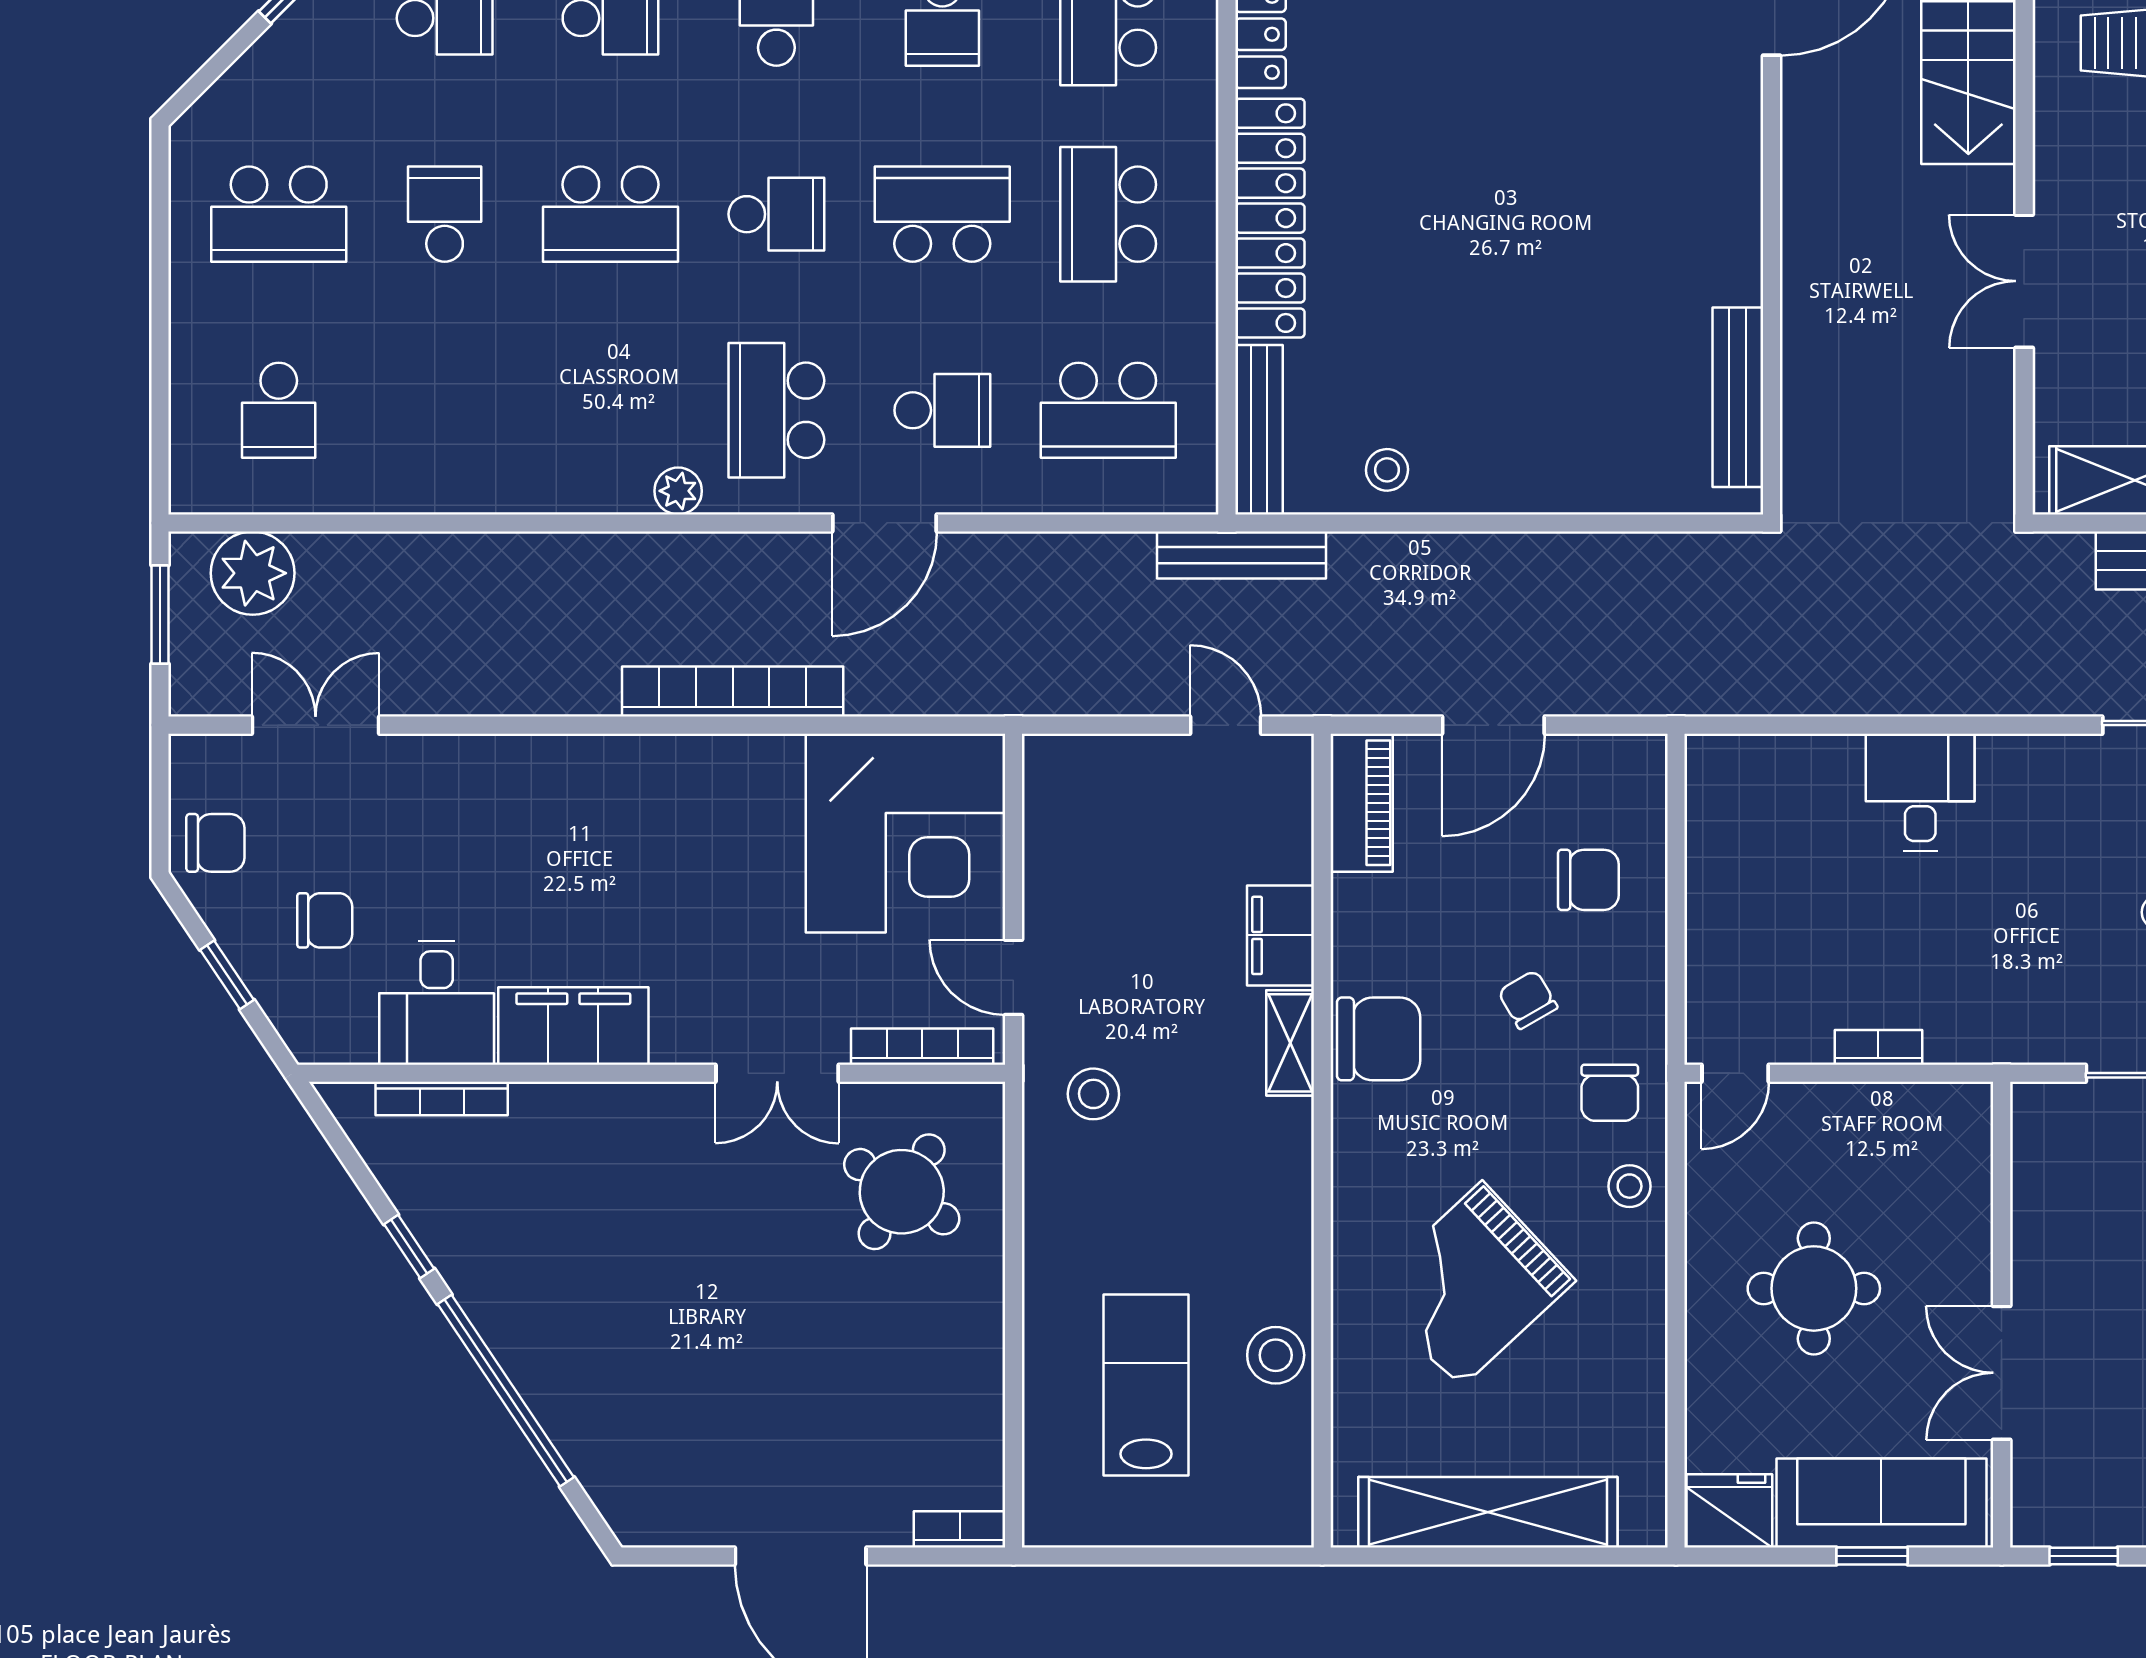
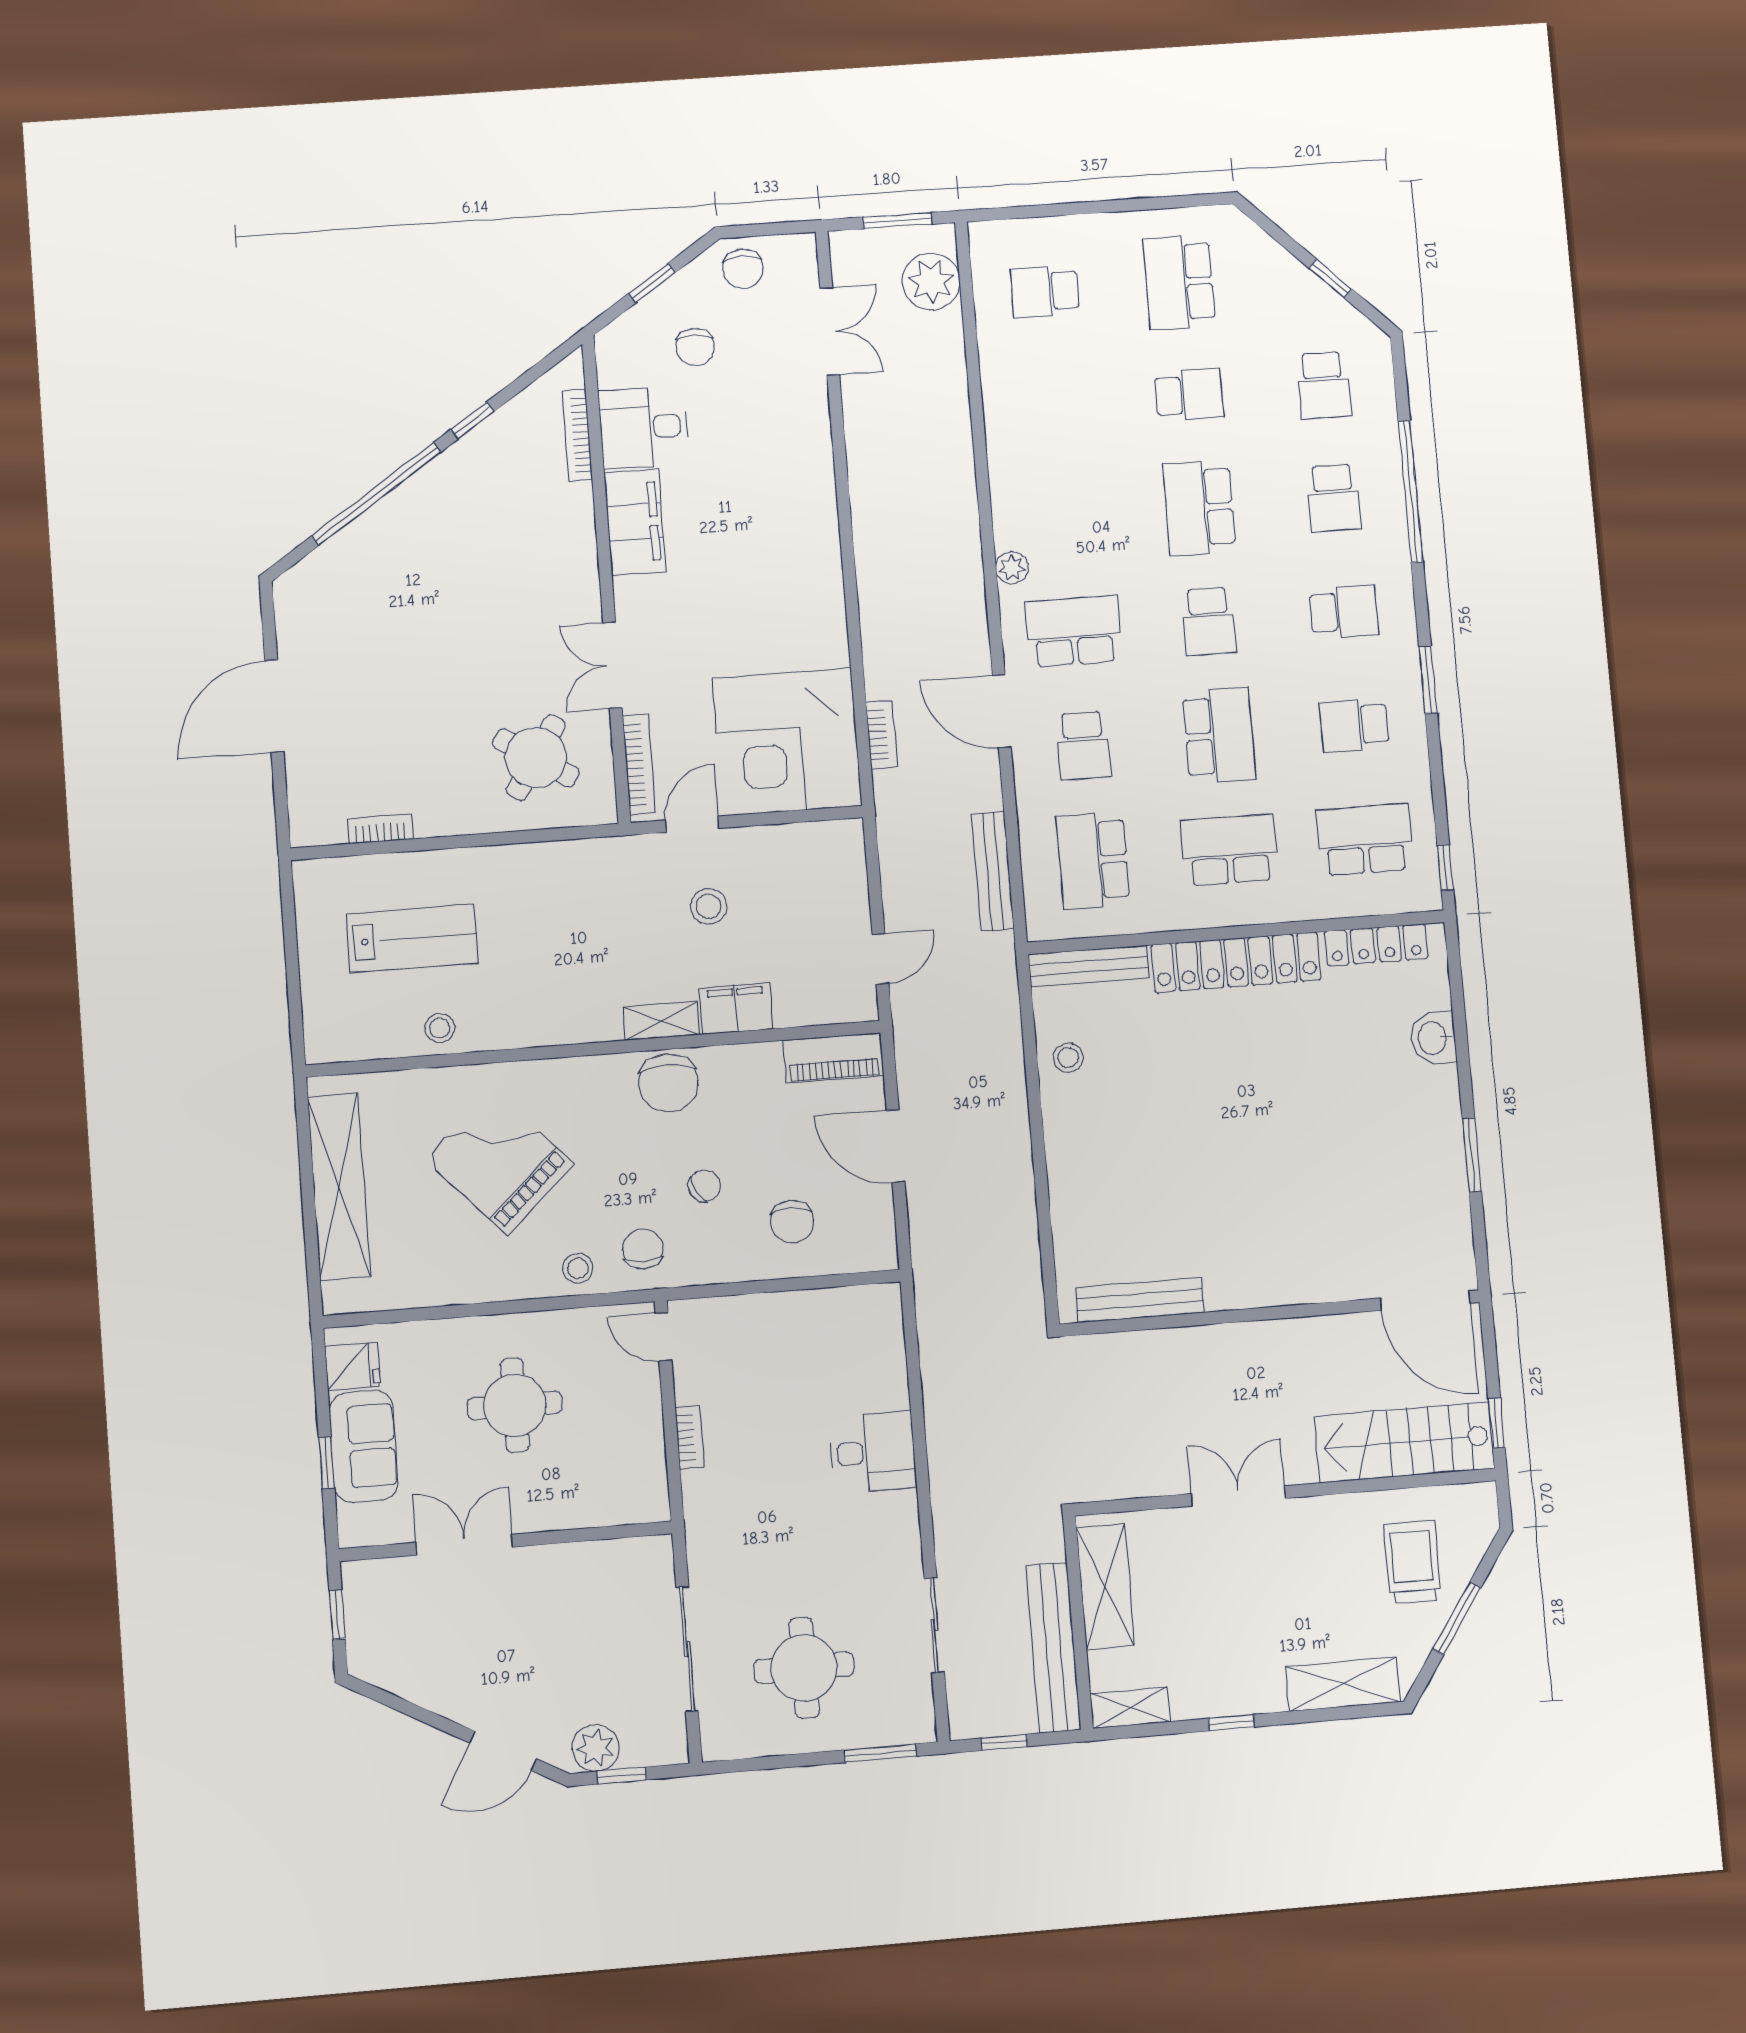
bench: (1241, 555) -> (993, 872), moved
bookcase: (733, 692) -> (882, 735), moved, width x0.43, depth x0.76
chair: (1610, 1093) -> (643, 1249), turned 90
stool: (1093, 1094) -> (709, 906), moved
stool: (1276, 1355) -> (440, 1028), width x0.73, depth x0.73
sofa: (1881, 1503) -> (364, 1446), width x0.73
fridge: (1729, 1511) -> (352, 1366), width x0.72
bookcase: (960, 1529) -> (380, 829), moved, turned -90

